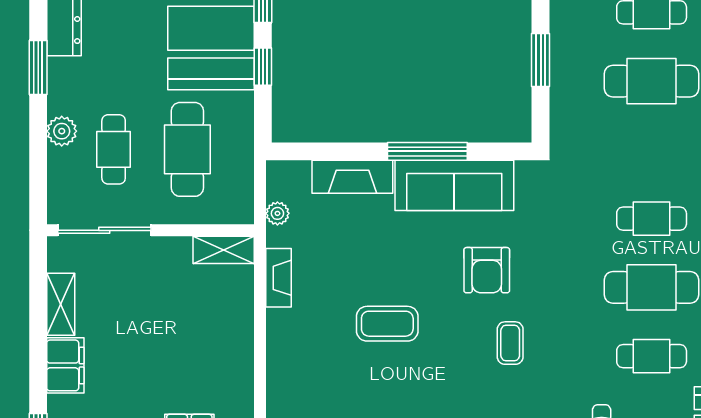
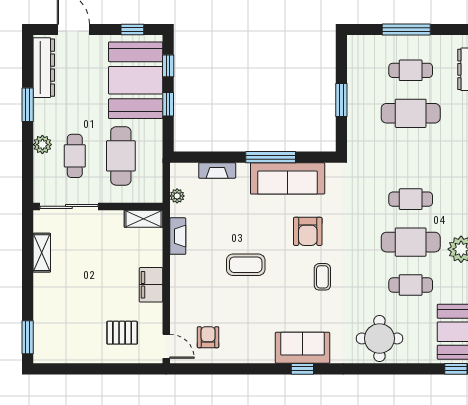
fireplace: (352, 177) -> (217, 170), width x0.73, depth x0.76
filing cabinet: (65, 365) -> (151, 285), moved, turned 180

